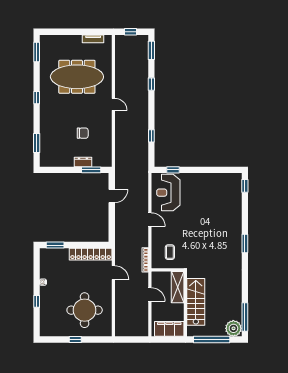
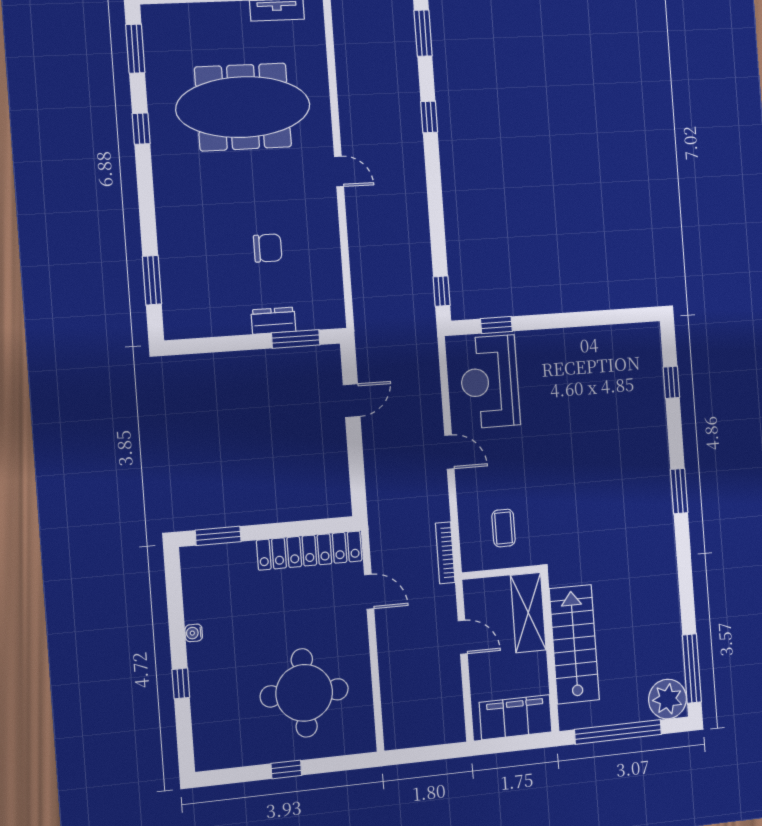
window: (37, 98) -> (141, 129), moved
window: (151, 136) -> (442, 291), moved
window: (245, 186) -> (671, 382), moved

